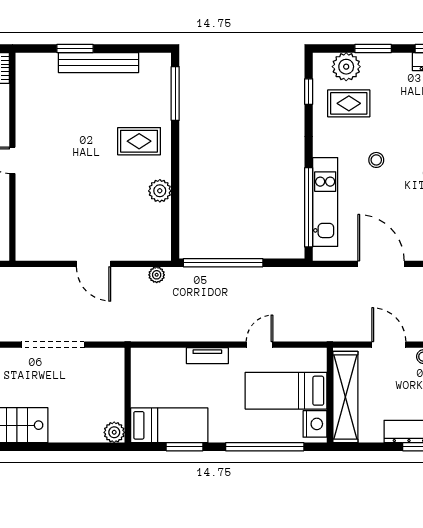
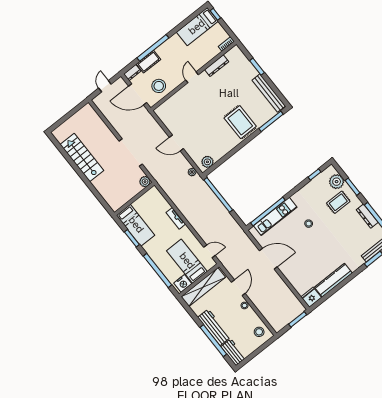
bench: (99, 63) -> (269, 93), moved
rug: (349, 103) -> (338, 202), moved, turned 90
dresser: (25, 109) -> (217, 66), added
rug: (139, 141) -> (240, 122), width x1.36, depth x1.43
plant: (160, 191) -> (207, 162), moved
door: (94, 264) -> (176, 143), hinge flipped
door: (381, 264) -> (268, 259), hinge flipped
door: (260, 345) -> (209, 251), moved
plant: (114, 432) -> (145, 182), moved

